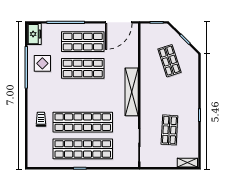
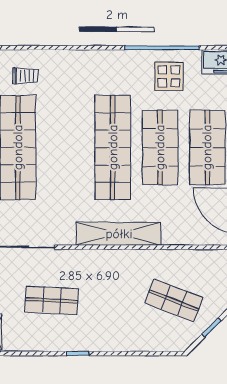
shop shelf: (169, 61) -> (174, 300), turned 39
trolley: (41, 119) -> (25, 76), moved
shop shelf: (83, 122) -> (113, 147), moved

